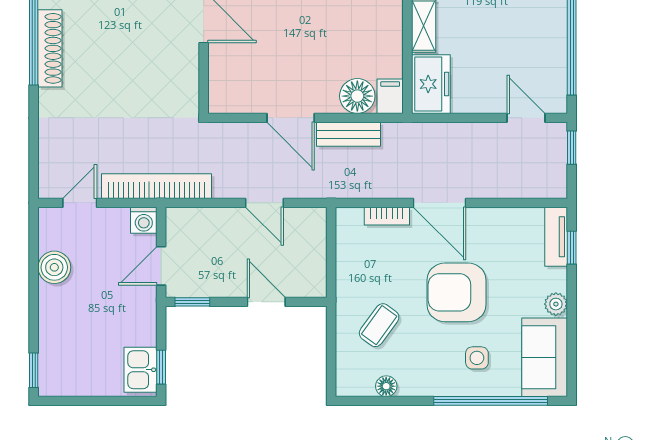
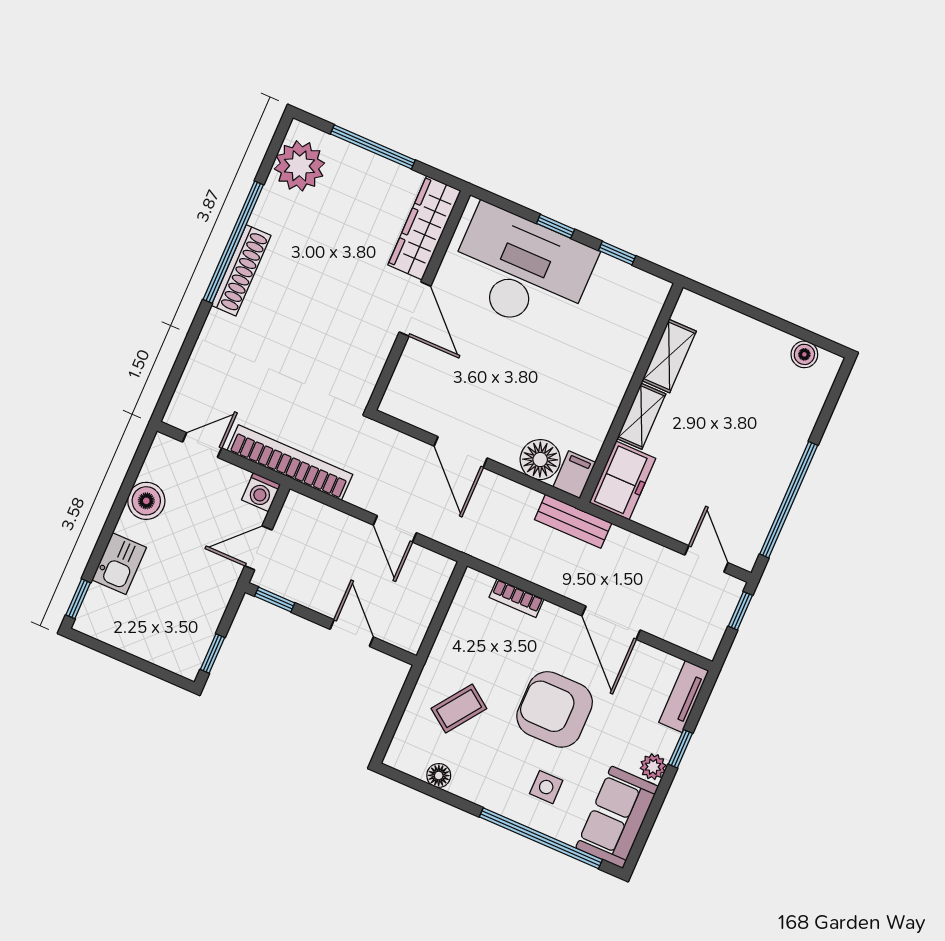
bench: (348, 134) -> (573, 521), moved
door: (440, 203) -> (611, 623), moved
window: (572, 248) -> (680, 749), moved
kitchen sink: (140, 370) -> (119, 564), moved, turned 180

